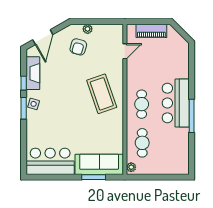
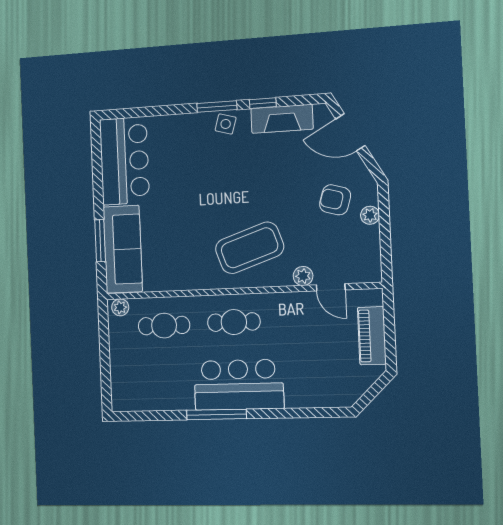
plant: (118, 66) -> (303, 276), added

